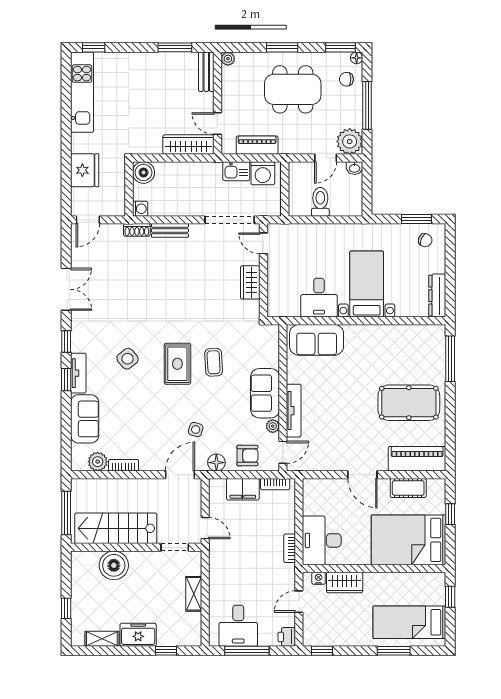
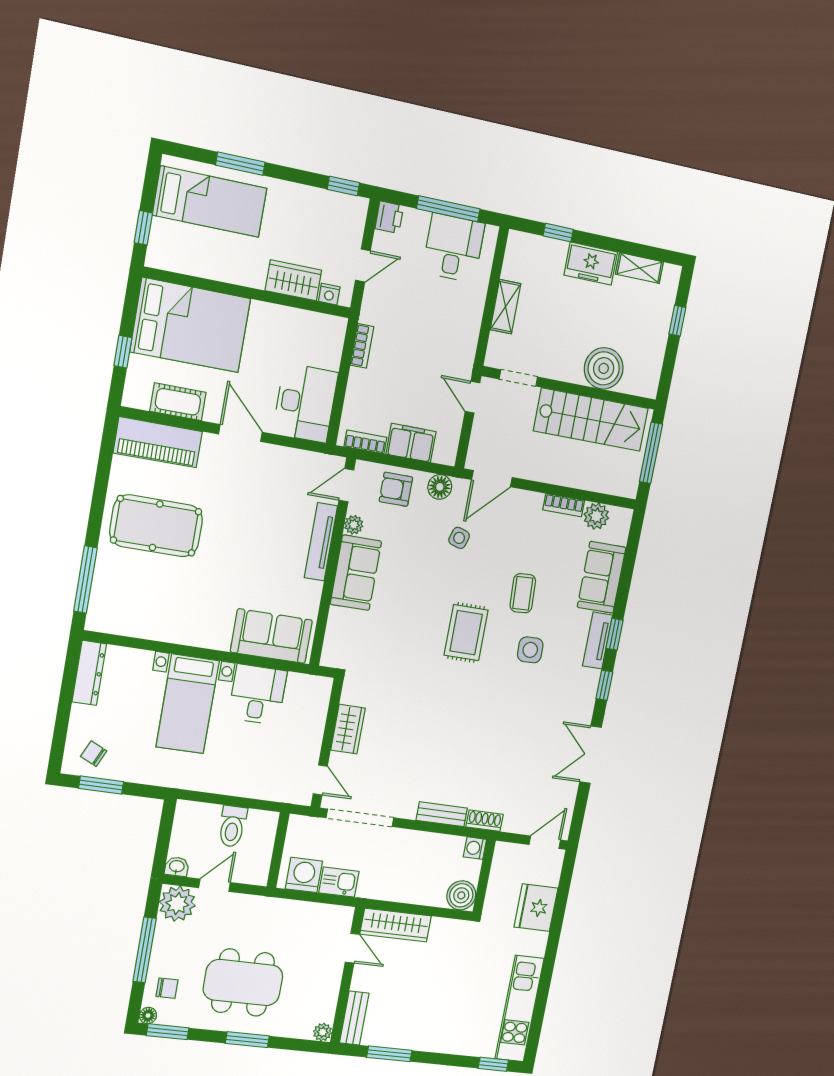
piano: (257, 145) -> (305, 914), removed
side table: (128, 359) -> (530, 650), turned 37
coffee table: (214, 362) -> (523, 593), moved
desk: (322, 540) -> (305, 403), moved

